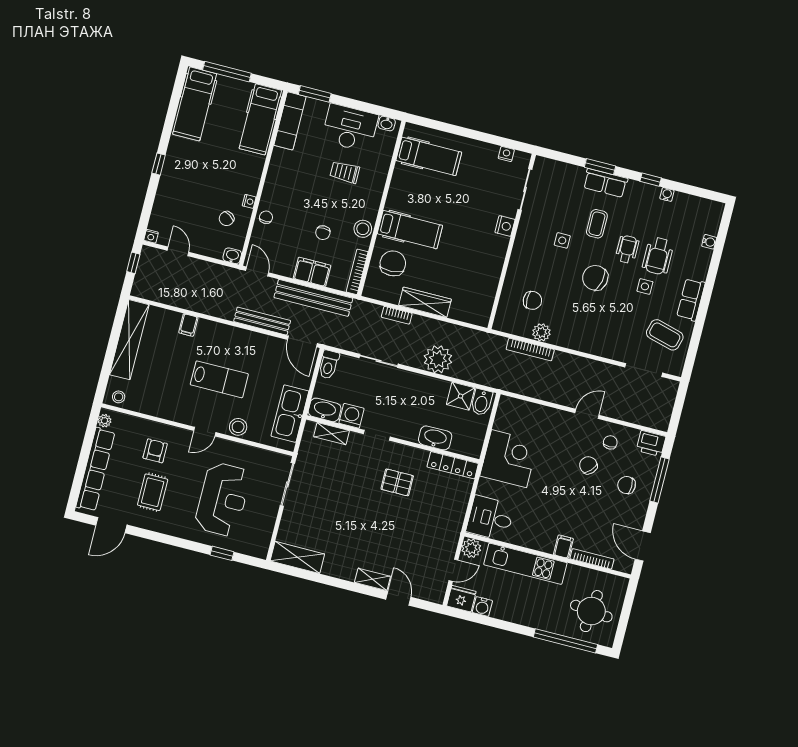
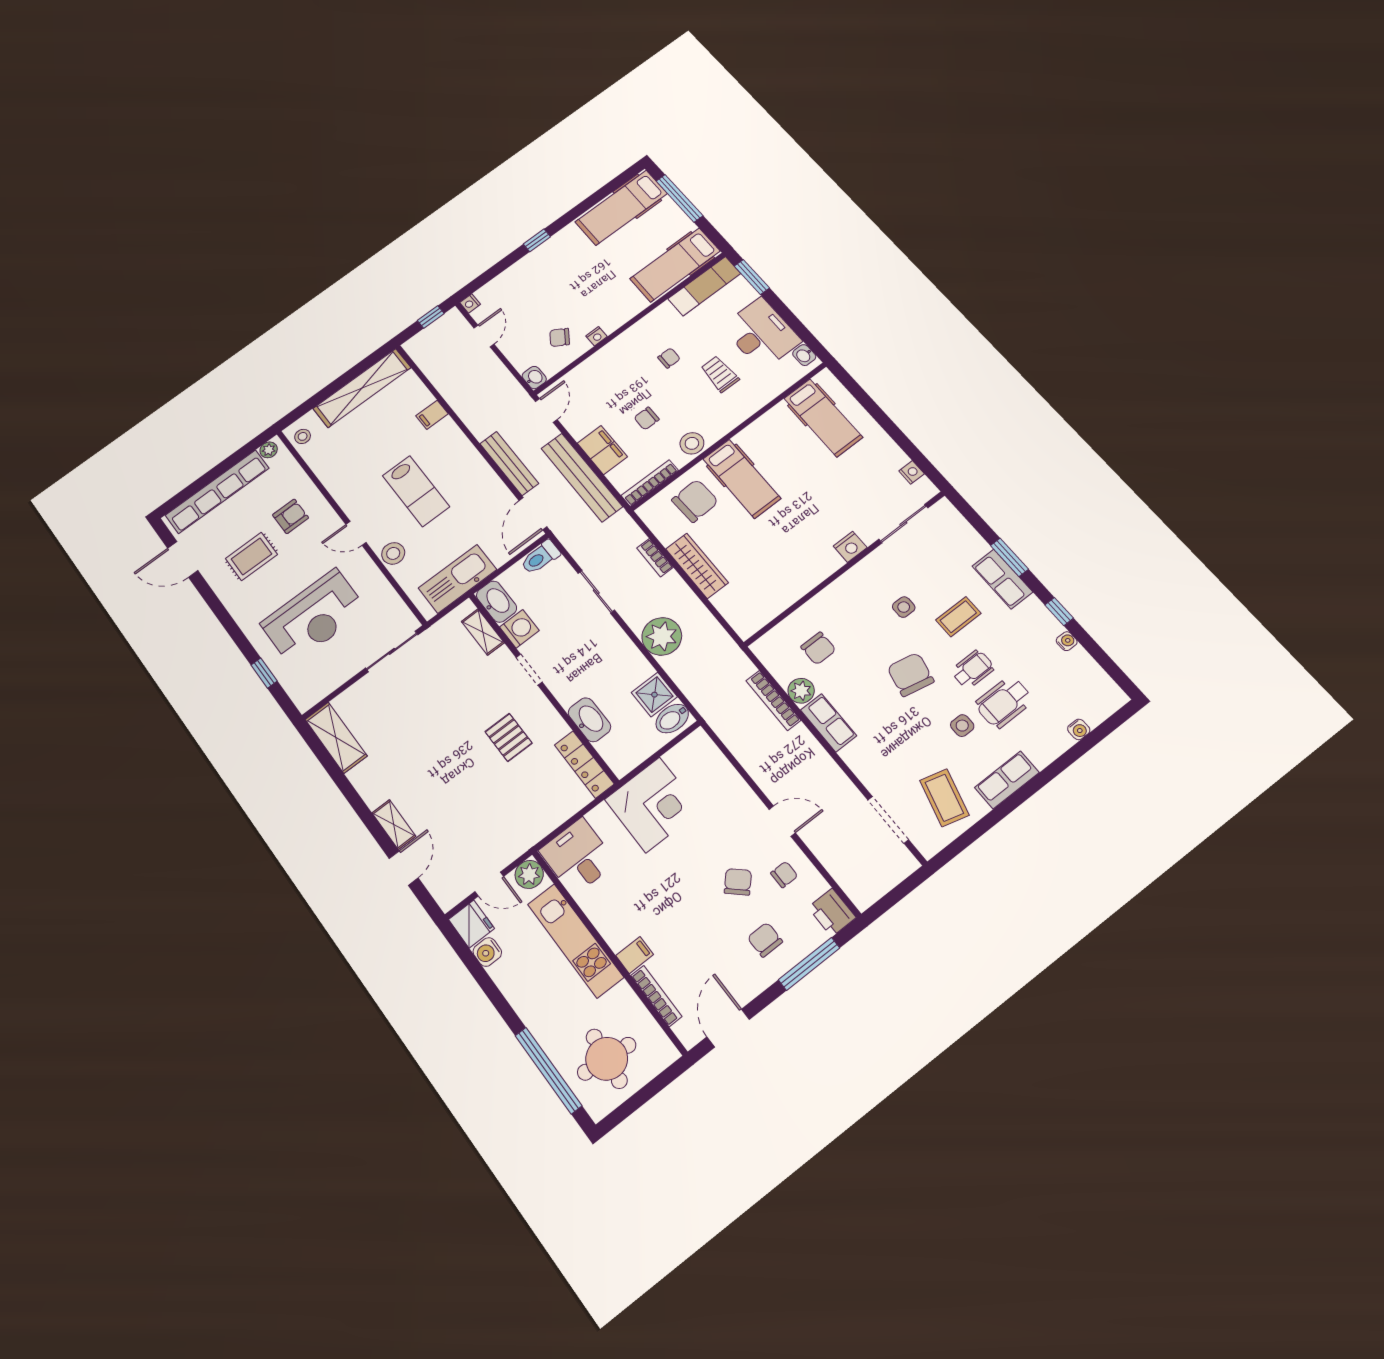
chair: (266, 217) -> (669, 358), moved
row of seats: (571, 340) -> (829, 723), added

